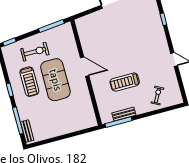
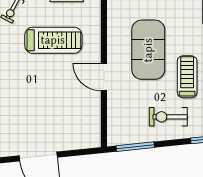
exercise mat: (55, 80) -> (148, 50), moved
treadmill: (125, 82) -> (53, 40), width x1.37, depth x1.38

